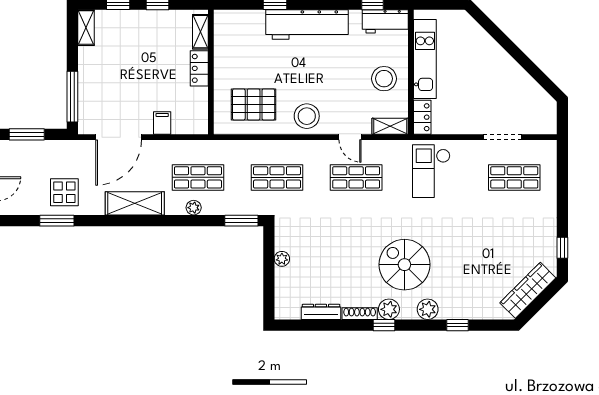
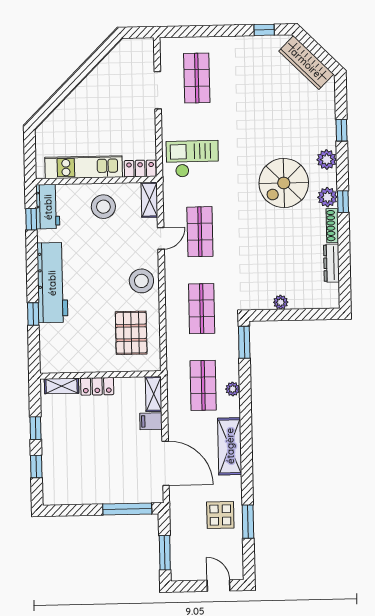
shelving: (86, 28) -> (154, 394), moved, turned 90
checkout: (431, 171) -> (192, 159), turned 180

